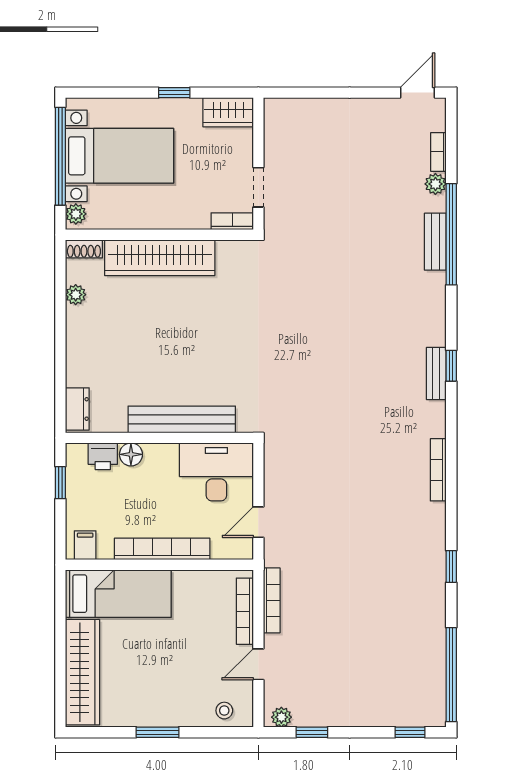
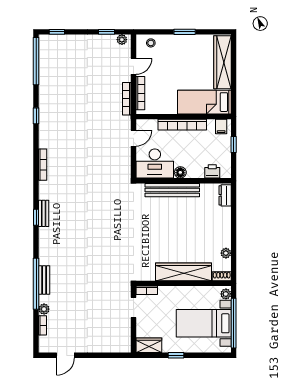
door: (417, 93) -> (65, 355), moved
floor lamp: (131, 454) -> (180, 172), moved
window: (60, 483) -> (234, 145), moved

